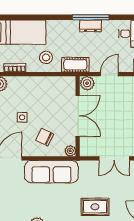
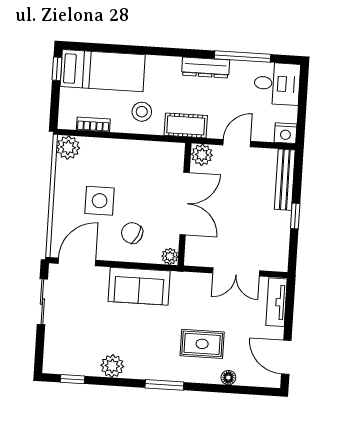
window: (91, 17) -> (242, 57), moved
dresser: (91, 26) -> (206, 68), width x1.44
side table: (22, 117) -> (100, 201), width x1.87, depth x1.87
sofa: (51, 172) -> (139, 286), width x0.73

